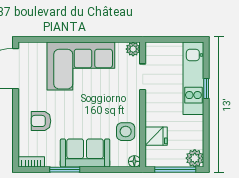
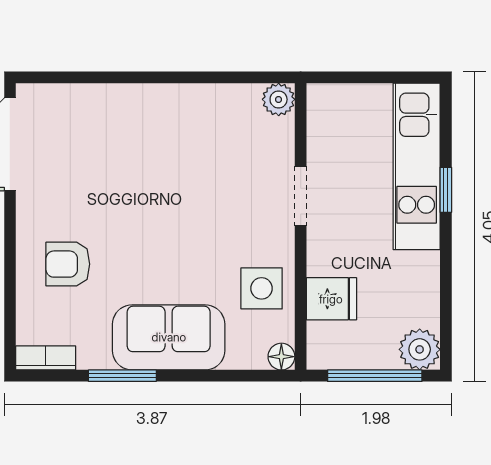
corner sofa: (81, 66) -> (159, 138), removed
doorway: (143, 77) -> (301, 196), moved

